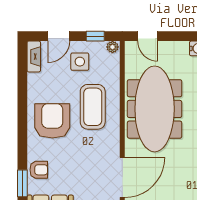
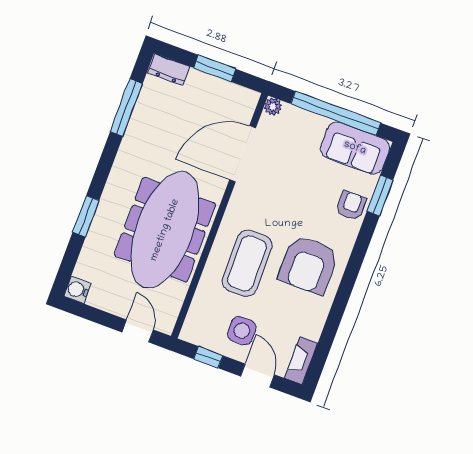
door: (59, 36) -> (257, 375), hinge flipped
plant: (112, 47) -> (191, 334), removed
armchair: (39, 170) -> (351, 206), turned 90

